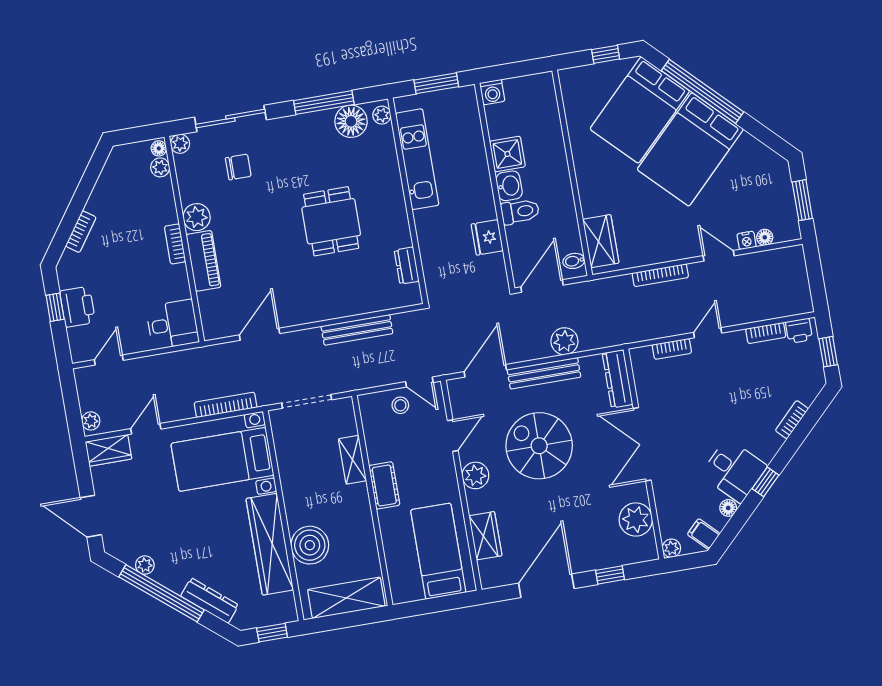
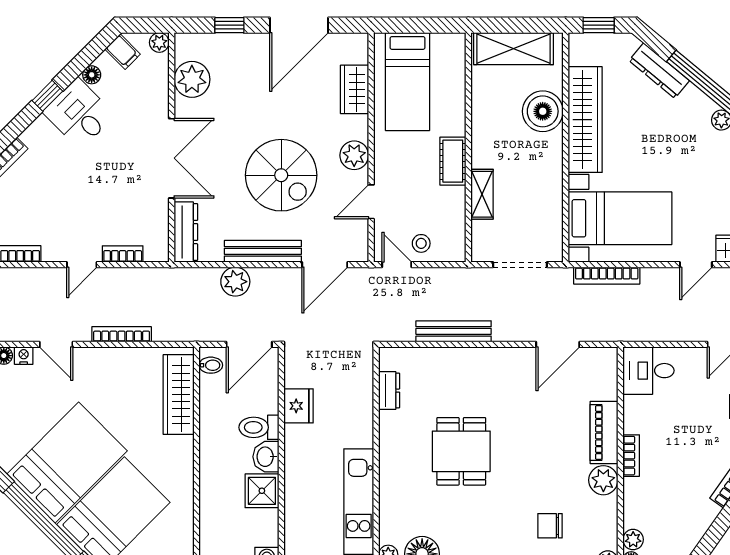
wardrobe: (601, 241) -> (179, 395), width x1.50

